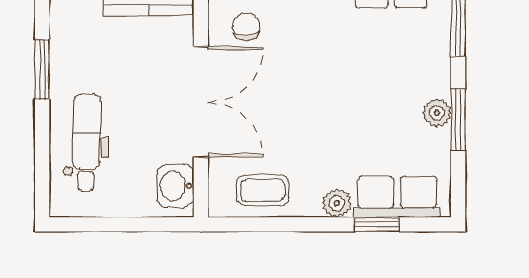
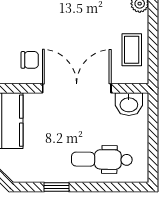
chair: (246, 27) -> (30, 60), turned 180
window: (42, 70) -> (56, 187), width x0.67

